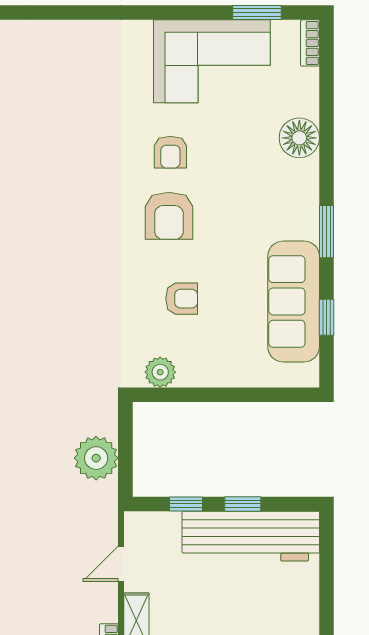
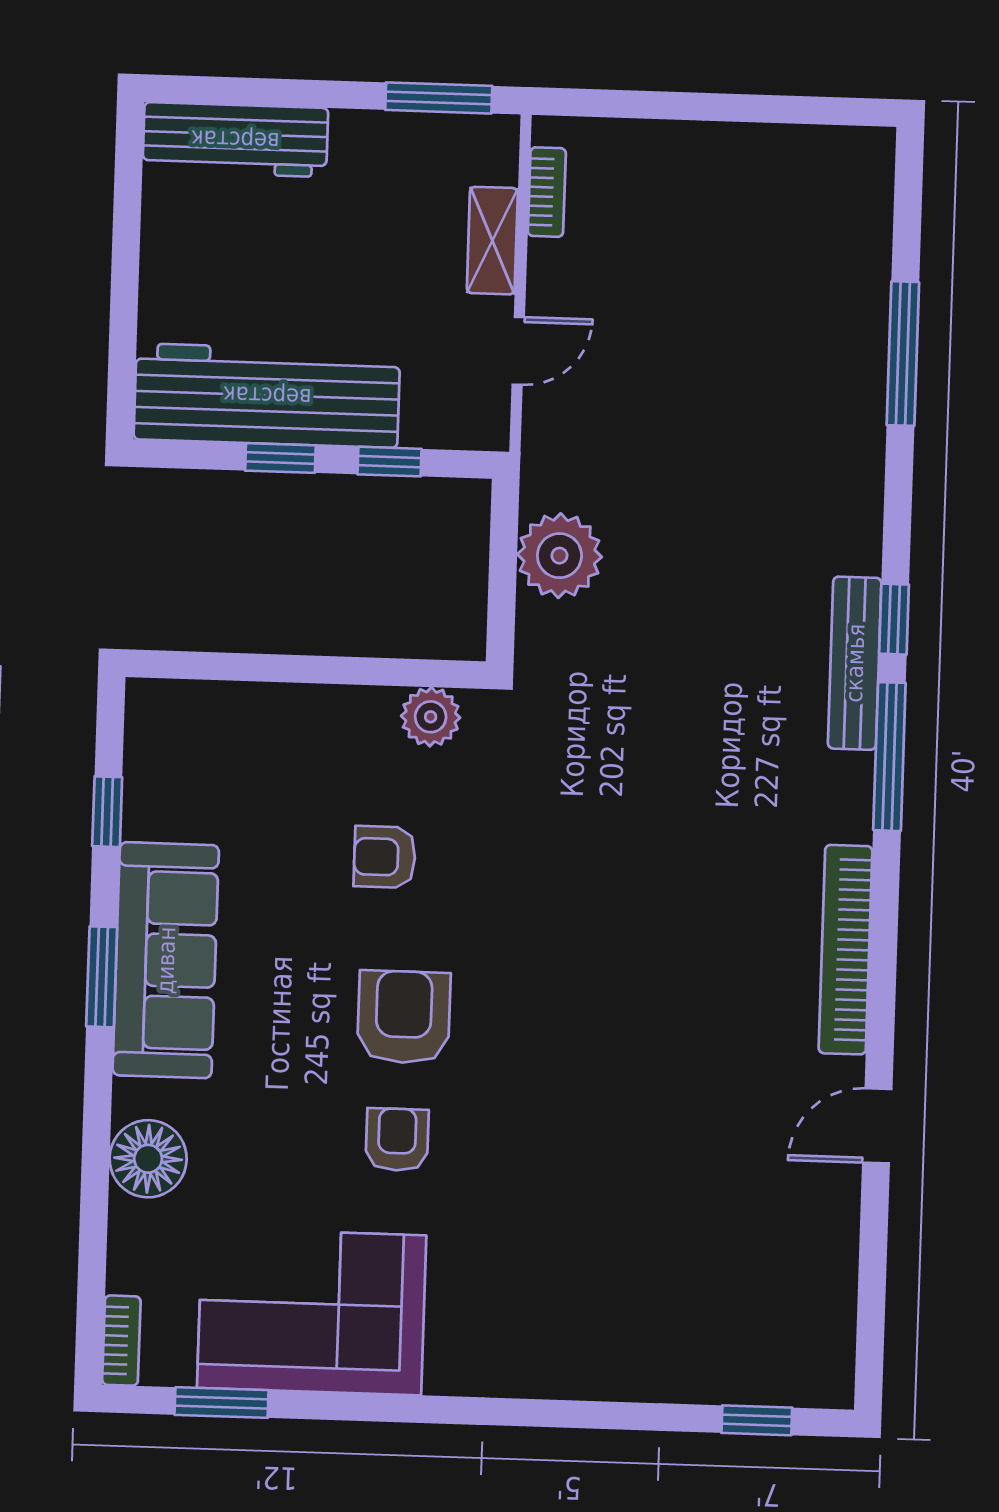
sofa: (294, 301) -> (166, 960), moved

